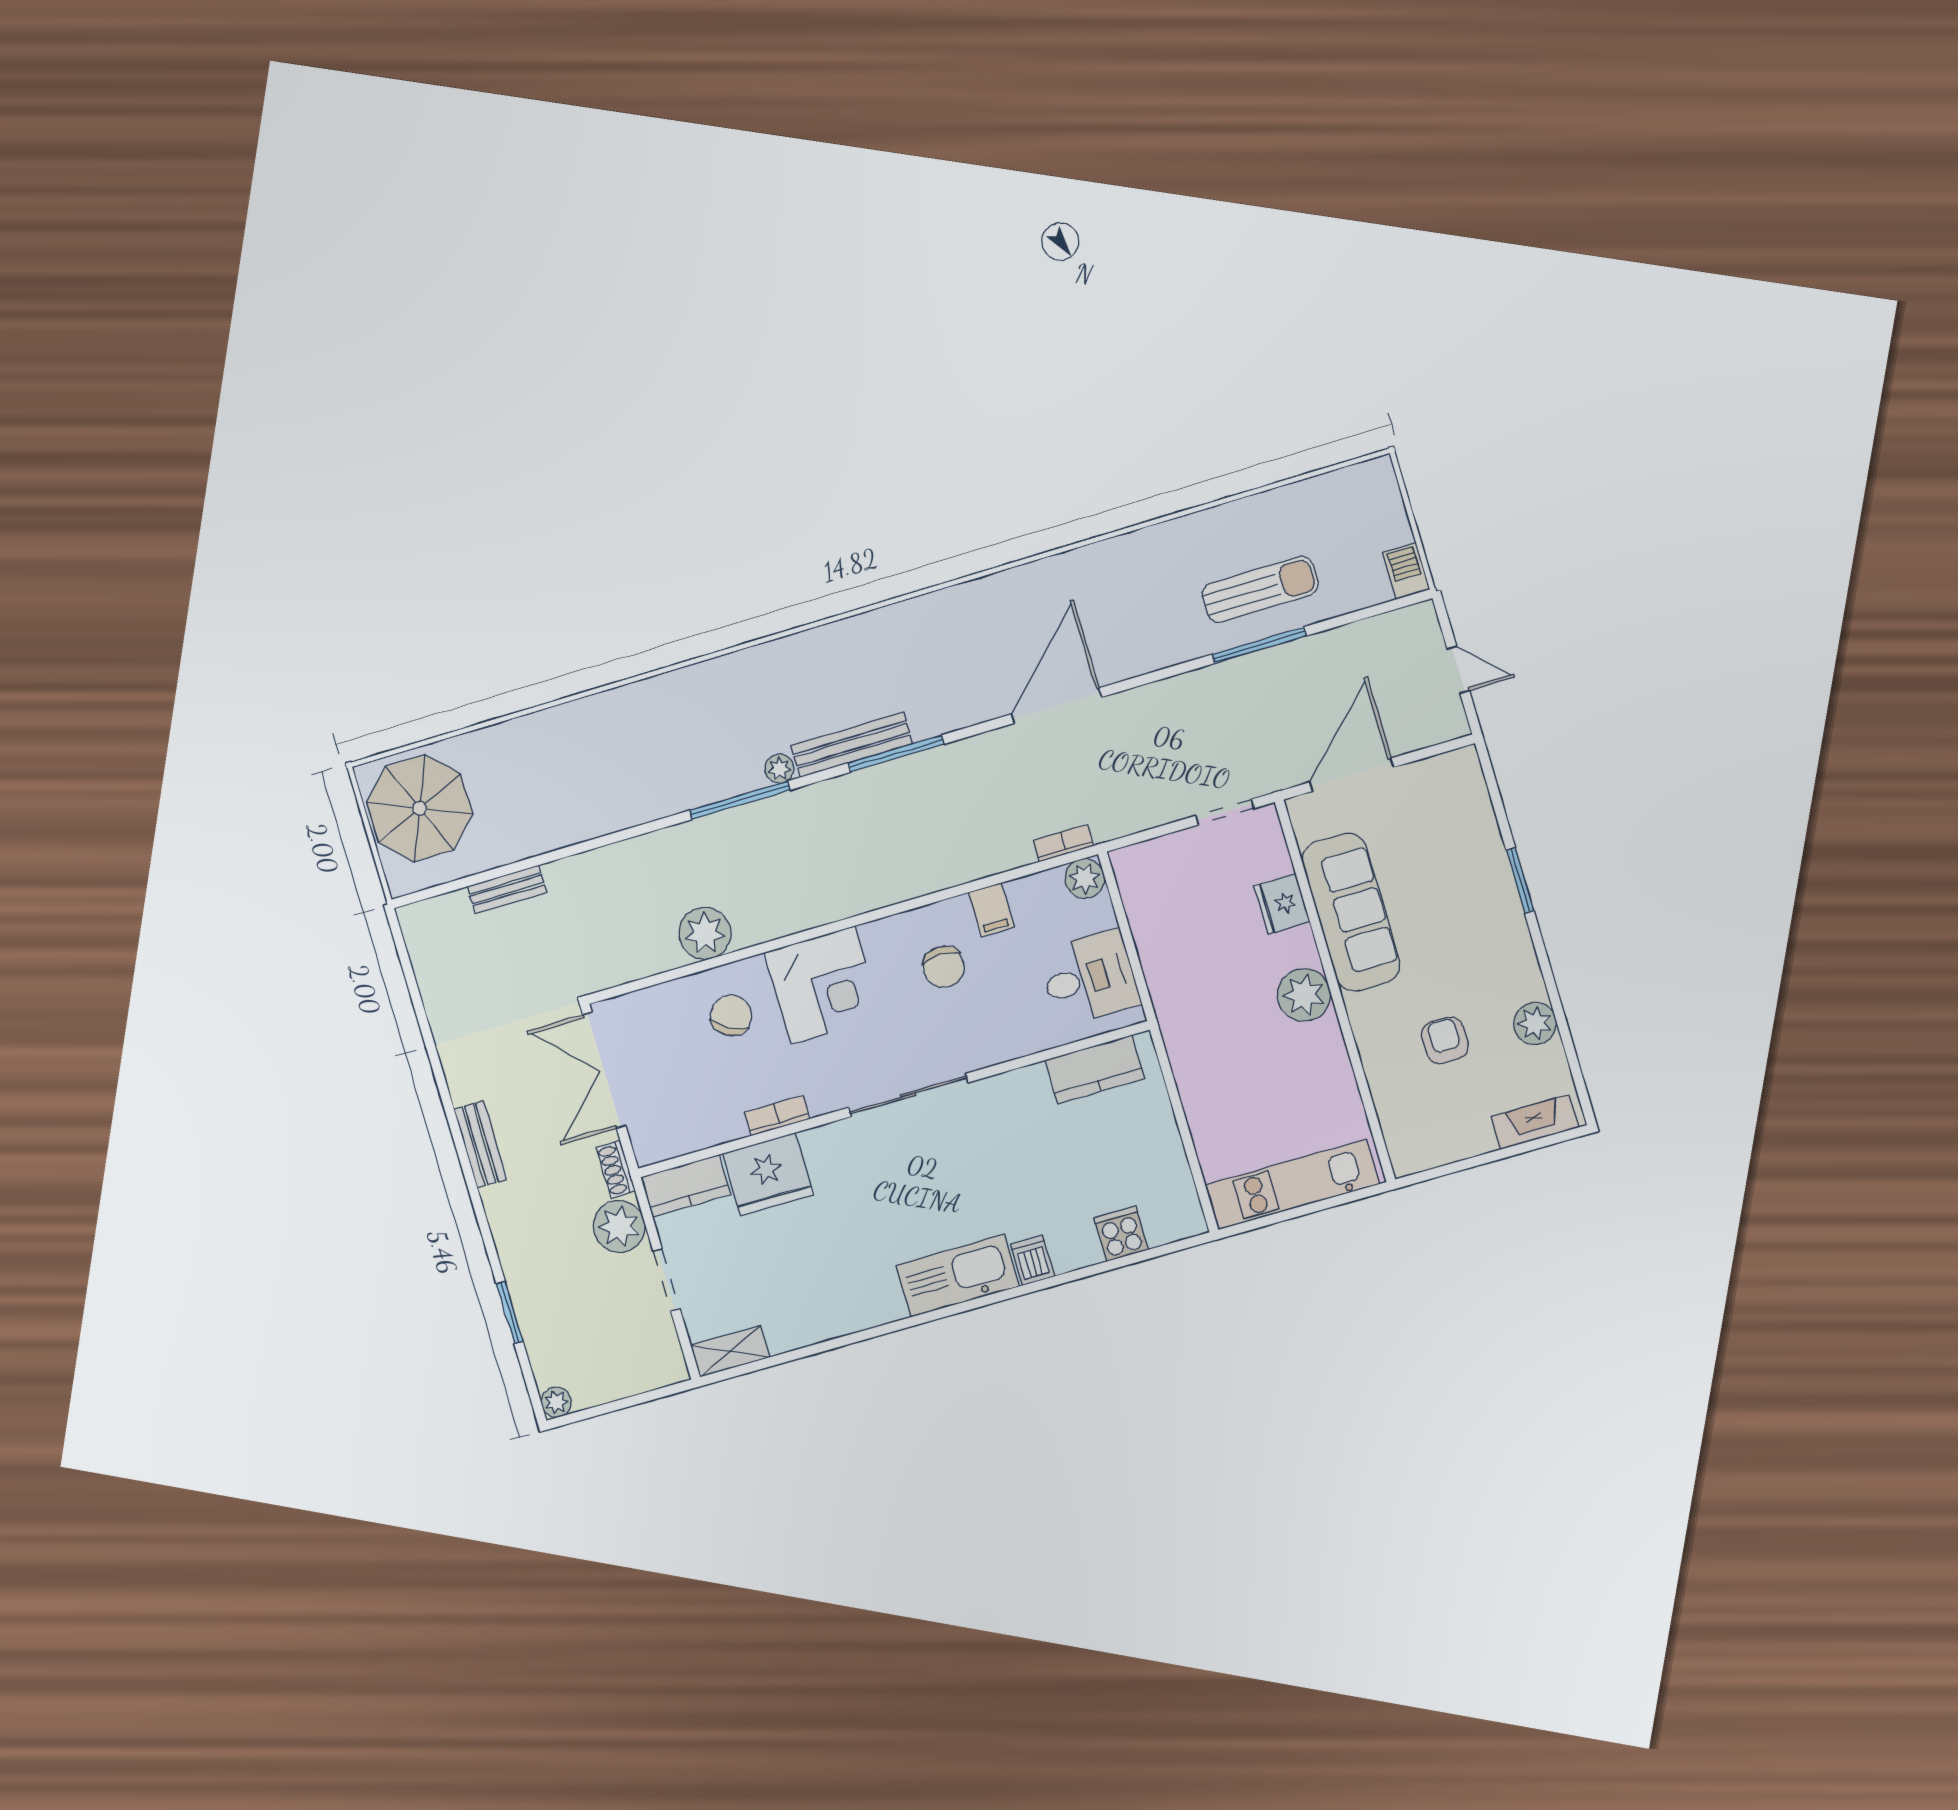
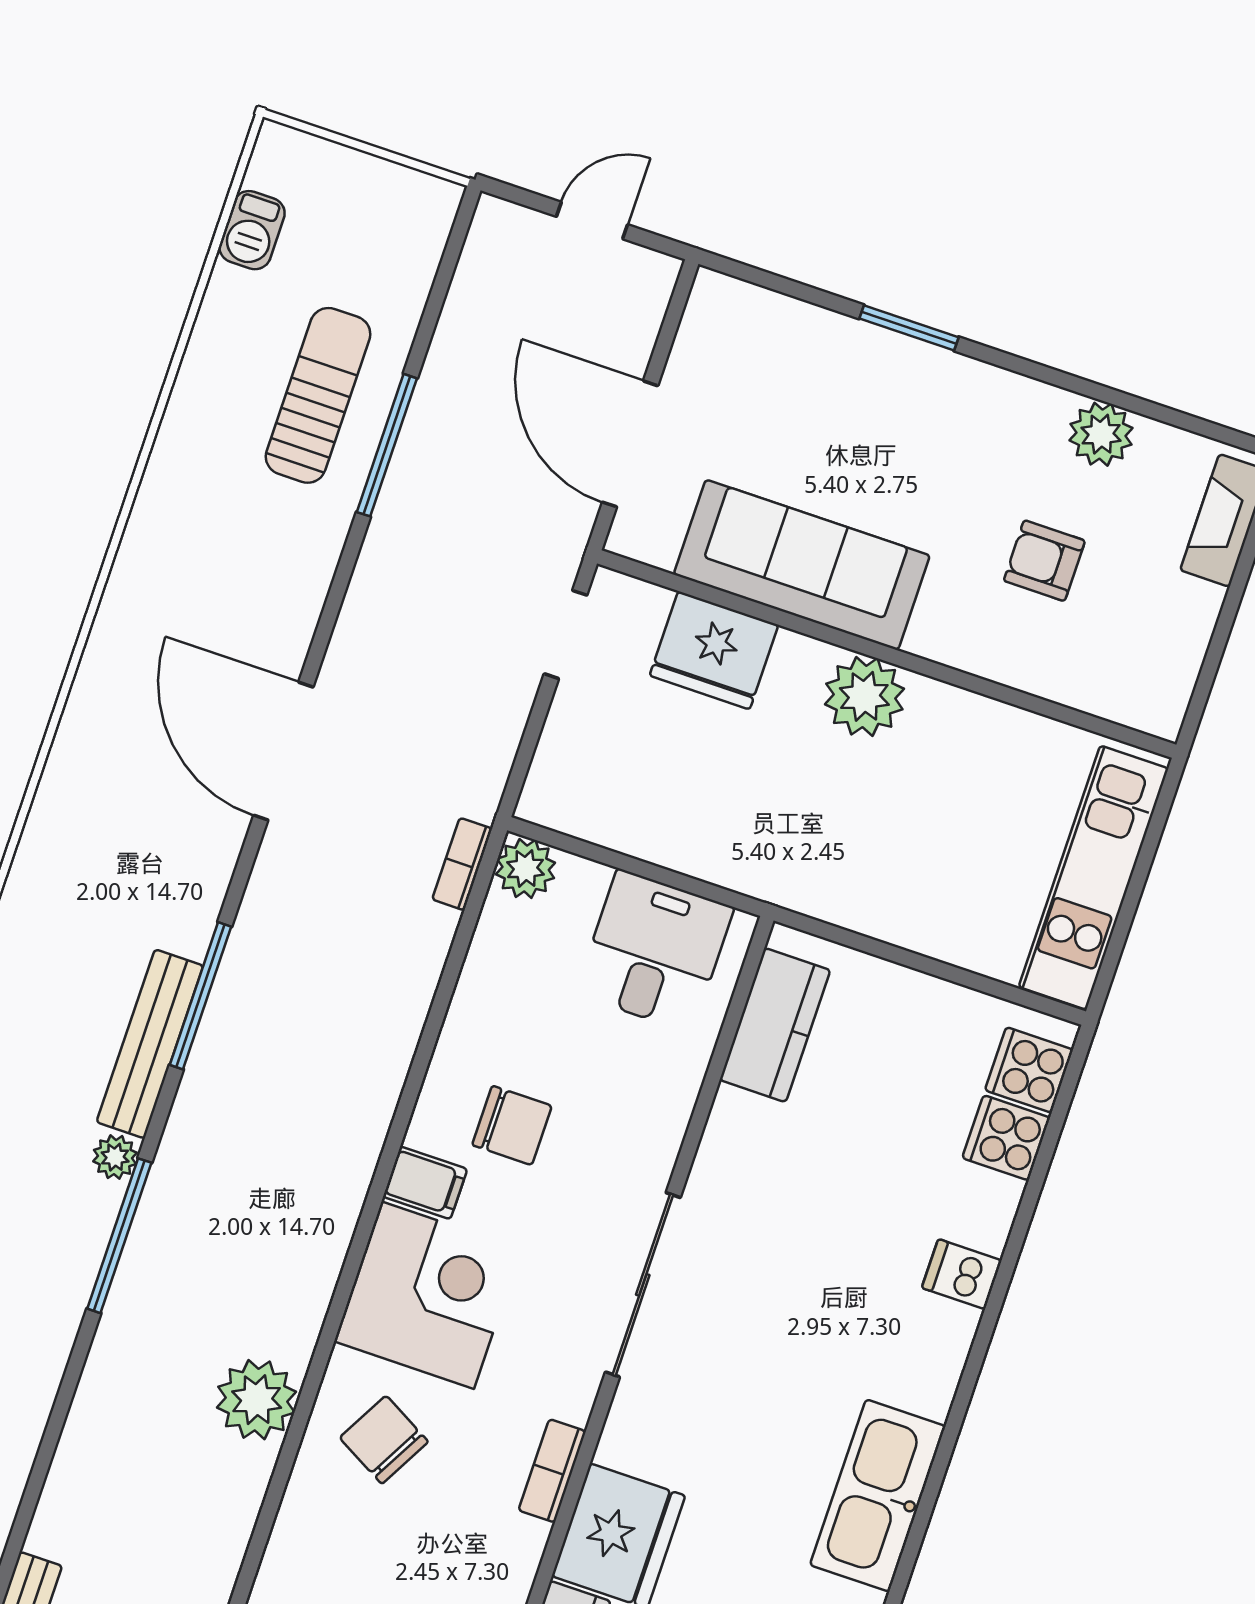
barbecue: (1406, 571) -> (252, 230), moved, turned -90
fridge: (1282, 904) -> (714, 650), width x1.36, depth x1.34
filing cabinet: (991, 910) -> (425, 1183), moved
cooker: (1166, 1221) -> (1029, 1070), added
kitchen sink: (958, 1276) -> (878, 1496), moved

